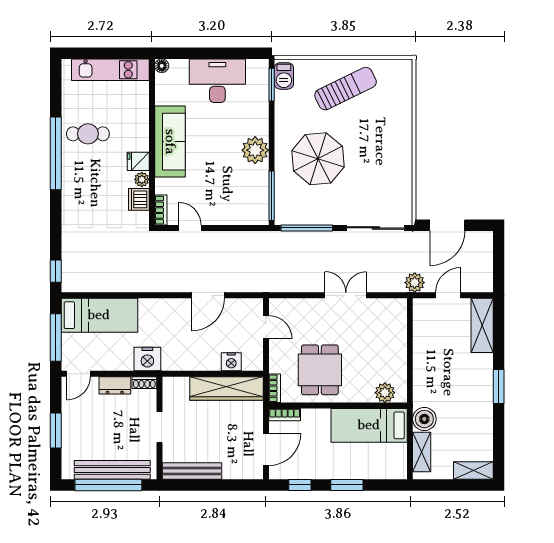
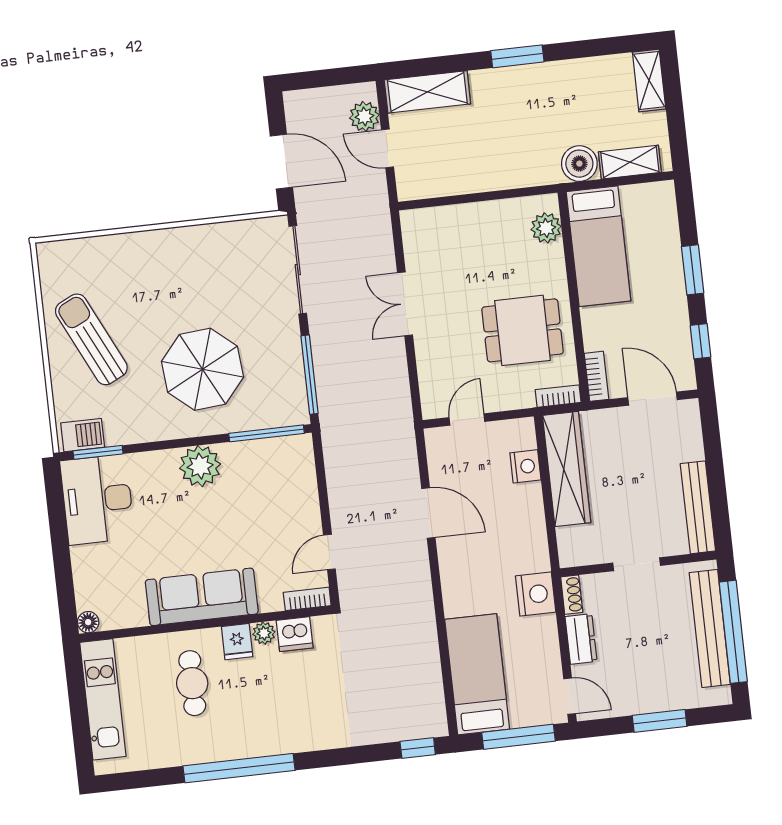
desk: (217, 81) -> (97, 499), moved
cafe table: (88, 134) -> (192, 683), moved
plant: (415, 283) -> (364, 116), moved

